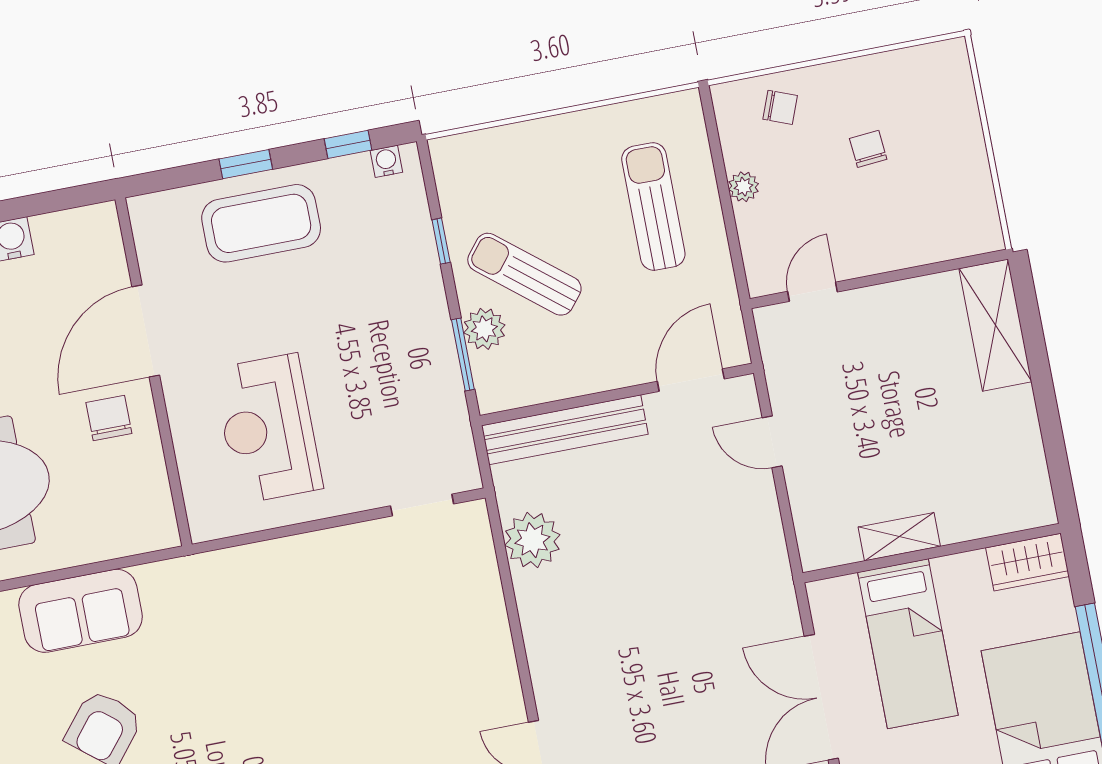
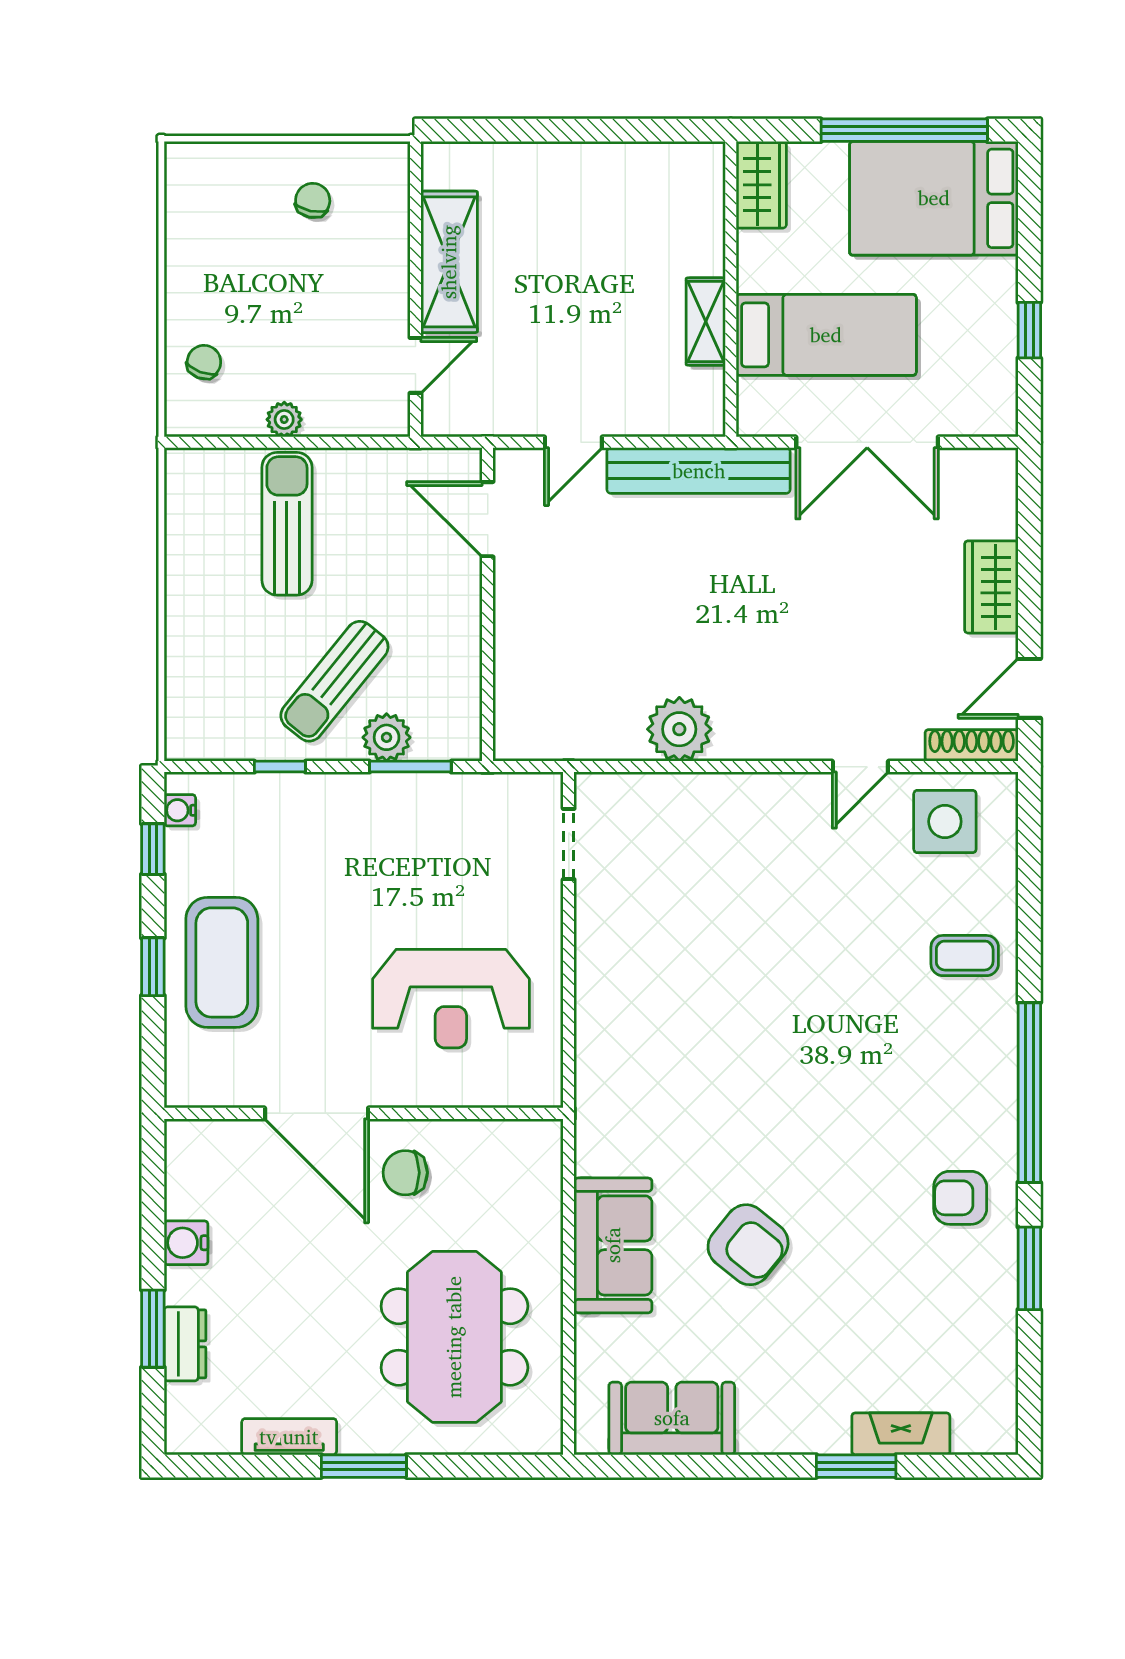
chair: (868, 149) -> (313, 200), moved, turned 107
sun lounger: (653, 207) -> (287, 524), turned 90
door: (813, 292) -> (415, 365), swing flipped
shelving: (995, 325) -> (449, 262), moved, turned 90
bench: (565, 430) -> (699, 471), moved, turned 90
plant: (532, 540) -> (679, 729), moved

